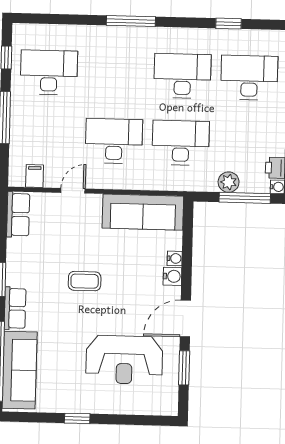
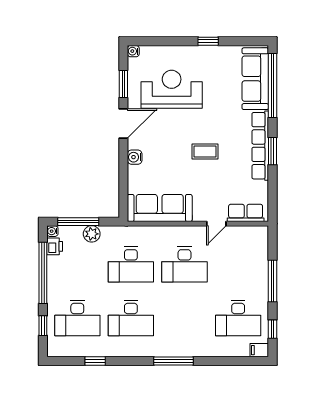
filing cabinet: (35, 176) -> (259, 350), moved, turned 90
row of seats: (18, 215) -> (246, 213), moved, turned 90
water cooler: (175, 258) -> (133, 51), moved
row of seats: (15, 308) -> (260, 146), width x2.02

